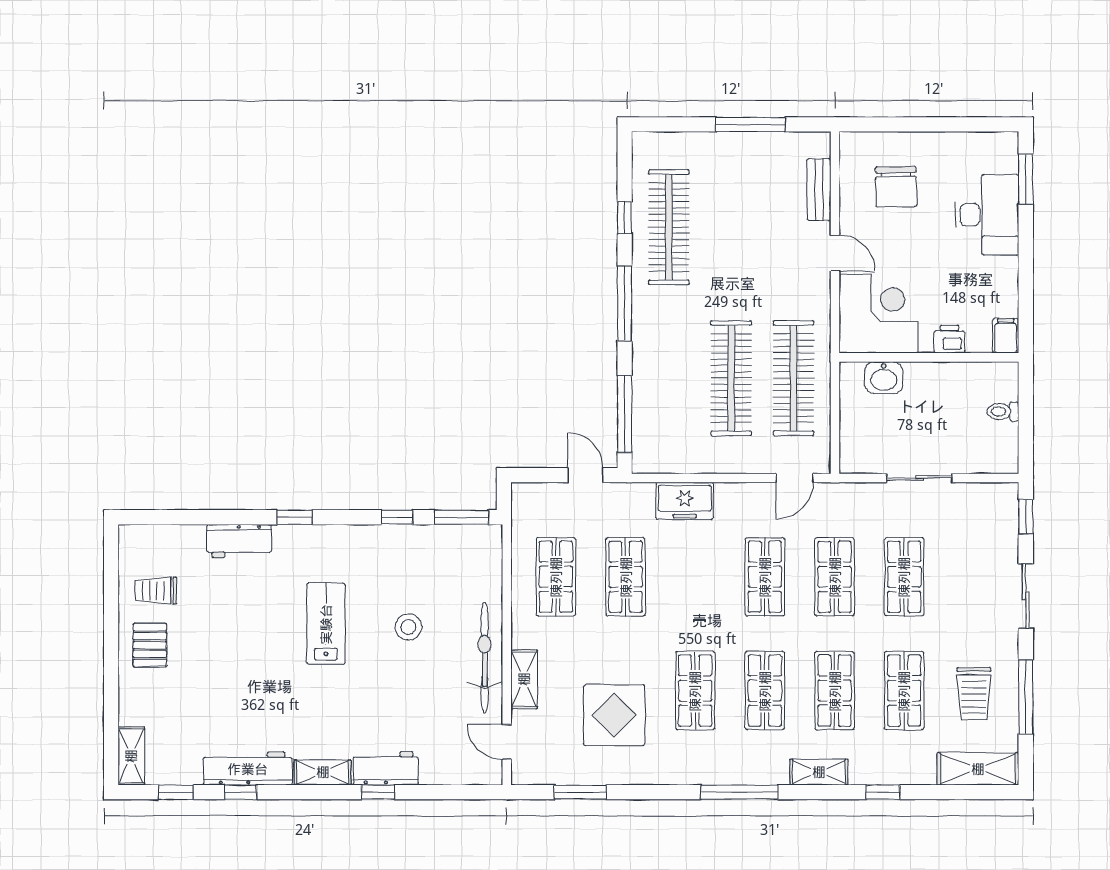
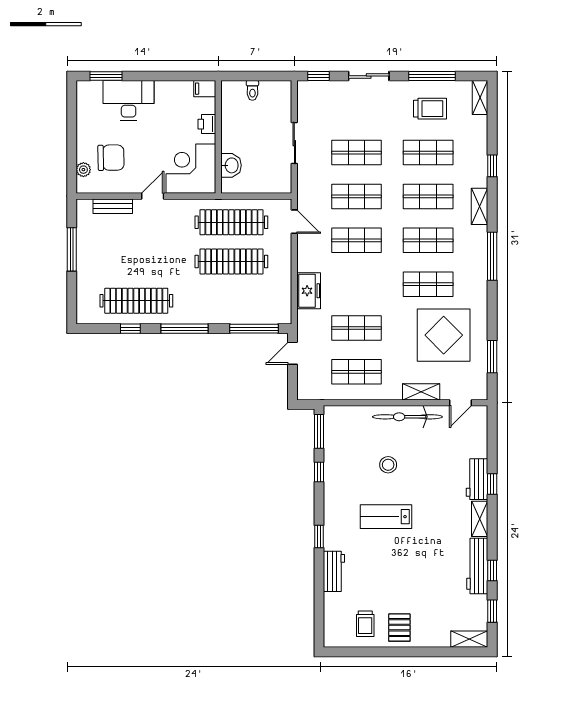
plant: (877, 143) -> (83, 170), added
pallet: (150, 645) -> (399, 628), turned 90
display table: (614, 715) -> (444, 335), width x1.36, depth x1.36
shelving: (978, 769) -> (480, 98), width x0.67, depth x0.75

